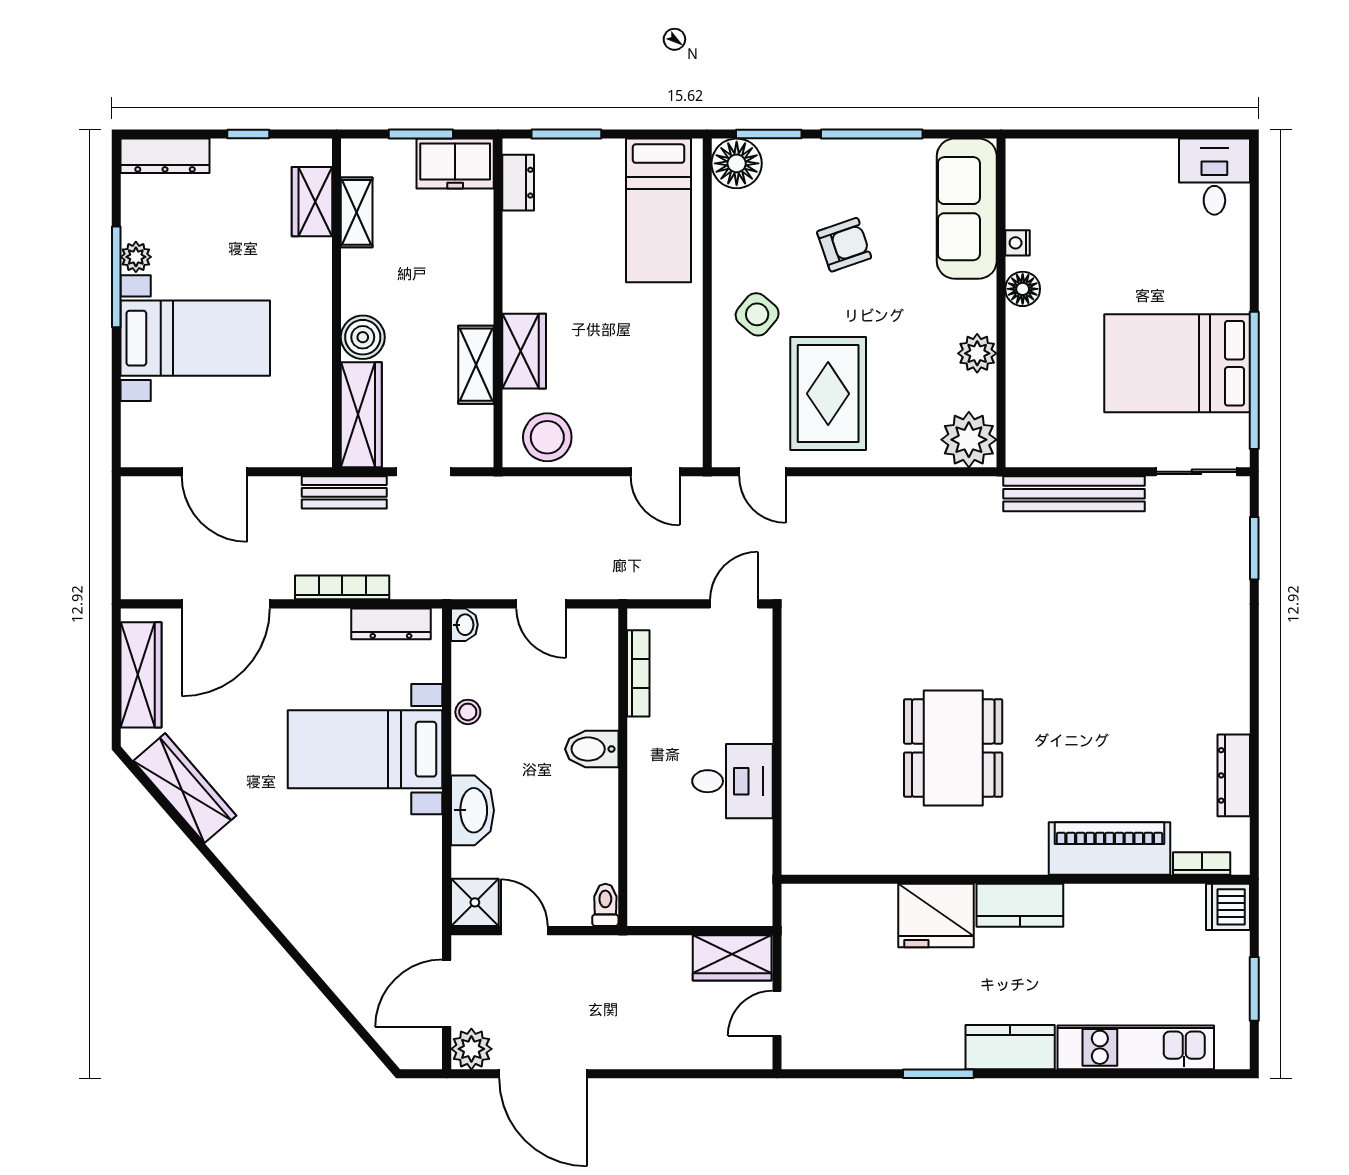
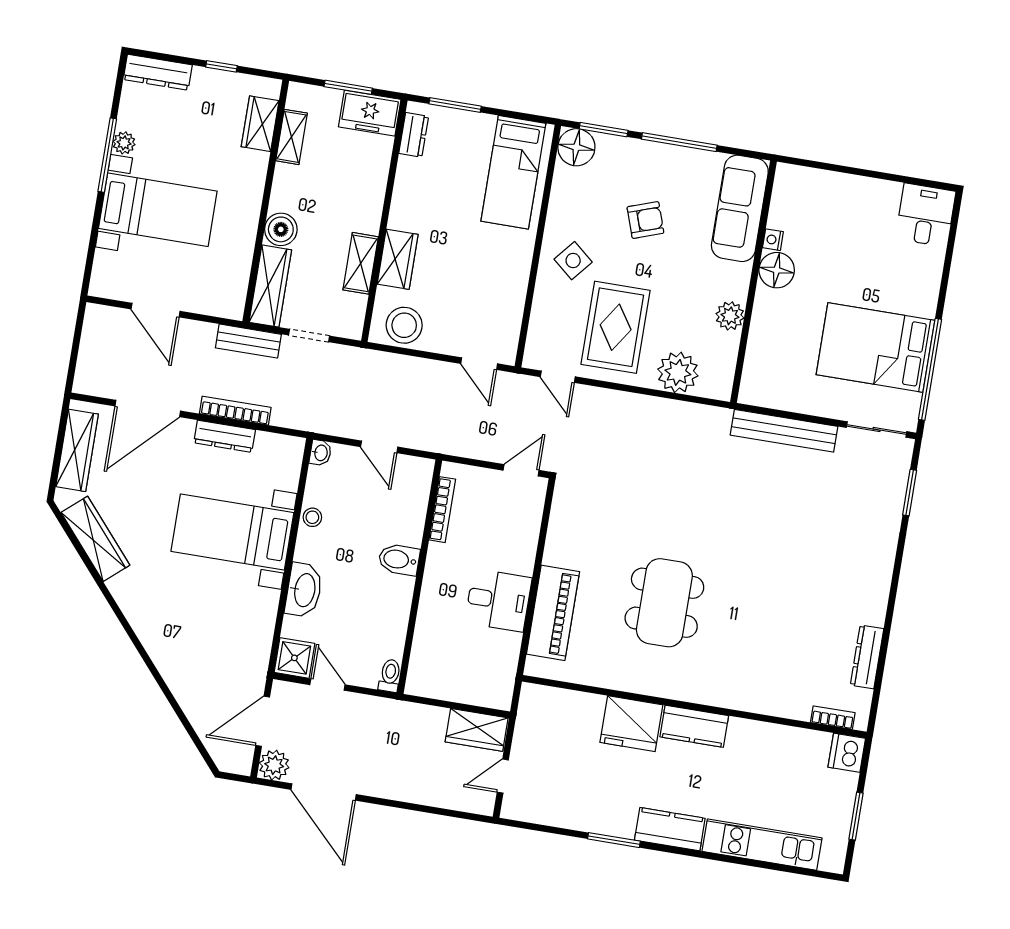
floor lamp: (1023, 289) -> (777, 270), width x1.38, depth x1.38
plant: (969, 440) -> (678, 372), moved
dresser: (391, 624) -> (225, 436), moved
piano: (1110, 848) -> (553, 613), moved, turned 90

